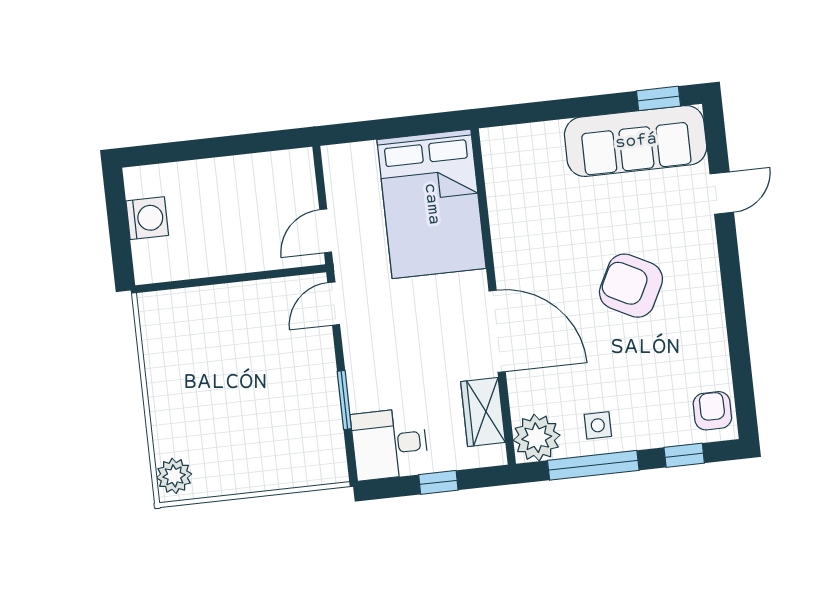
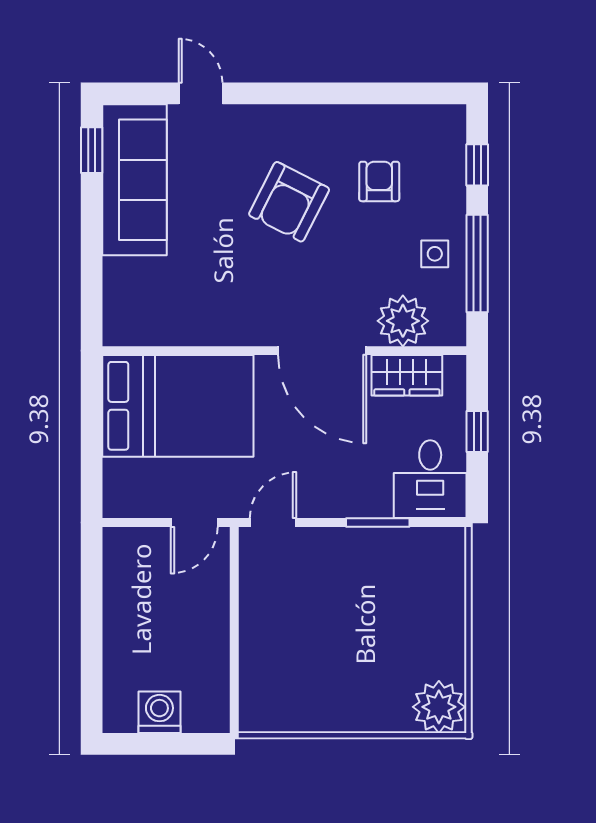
door: (326, 231) -> (194, 523), hinge flipped
door: (334, 304) -> (273, 523), swing flipped
door: (497, 331) -> (322, 351), swing flipped
armchair: (712, 411) -> (379, 181), moved, turned 90
plant: (537, 438) -> (403, 321), moved
plant: (174, 476) -> (439, 707), width x1.36, depth x1.36

